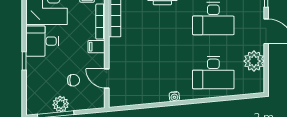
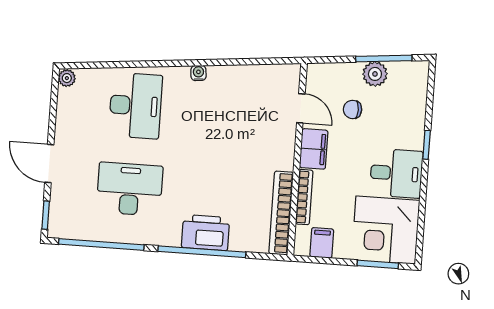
filing cabinet: (97, 47) -> (314, 149), width x2.00
plant: (254, 61) -> (67, 78), moved, width x0.53, depth x0.53
desk: (213, 73) -> (136, 106), turned 90

